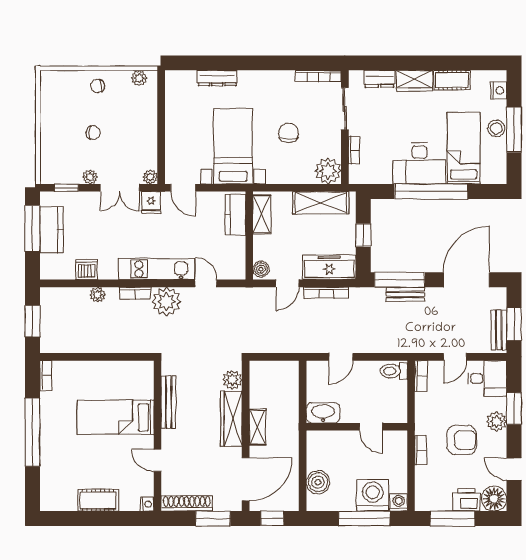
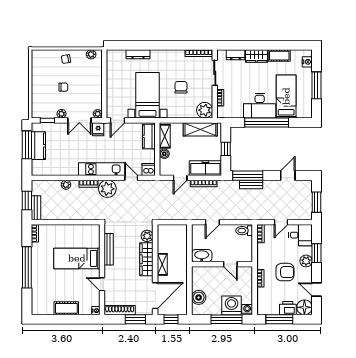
stool: (496, 128) -> (306, 85), removed
door: (183, 188) -> (117, 120), hinge flipped
boiler: (261, 269) -> (164, 154), moved
dishwasher: (86, 270) -> (149, 170), moved
door: (466, 280) -> (288, 176), width x0.53
bench: (499, 330) -> (36, 208), moved

